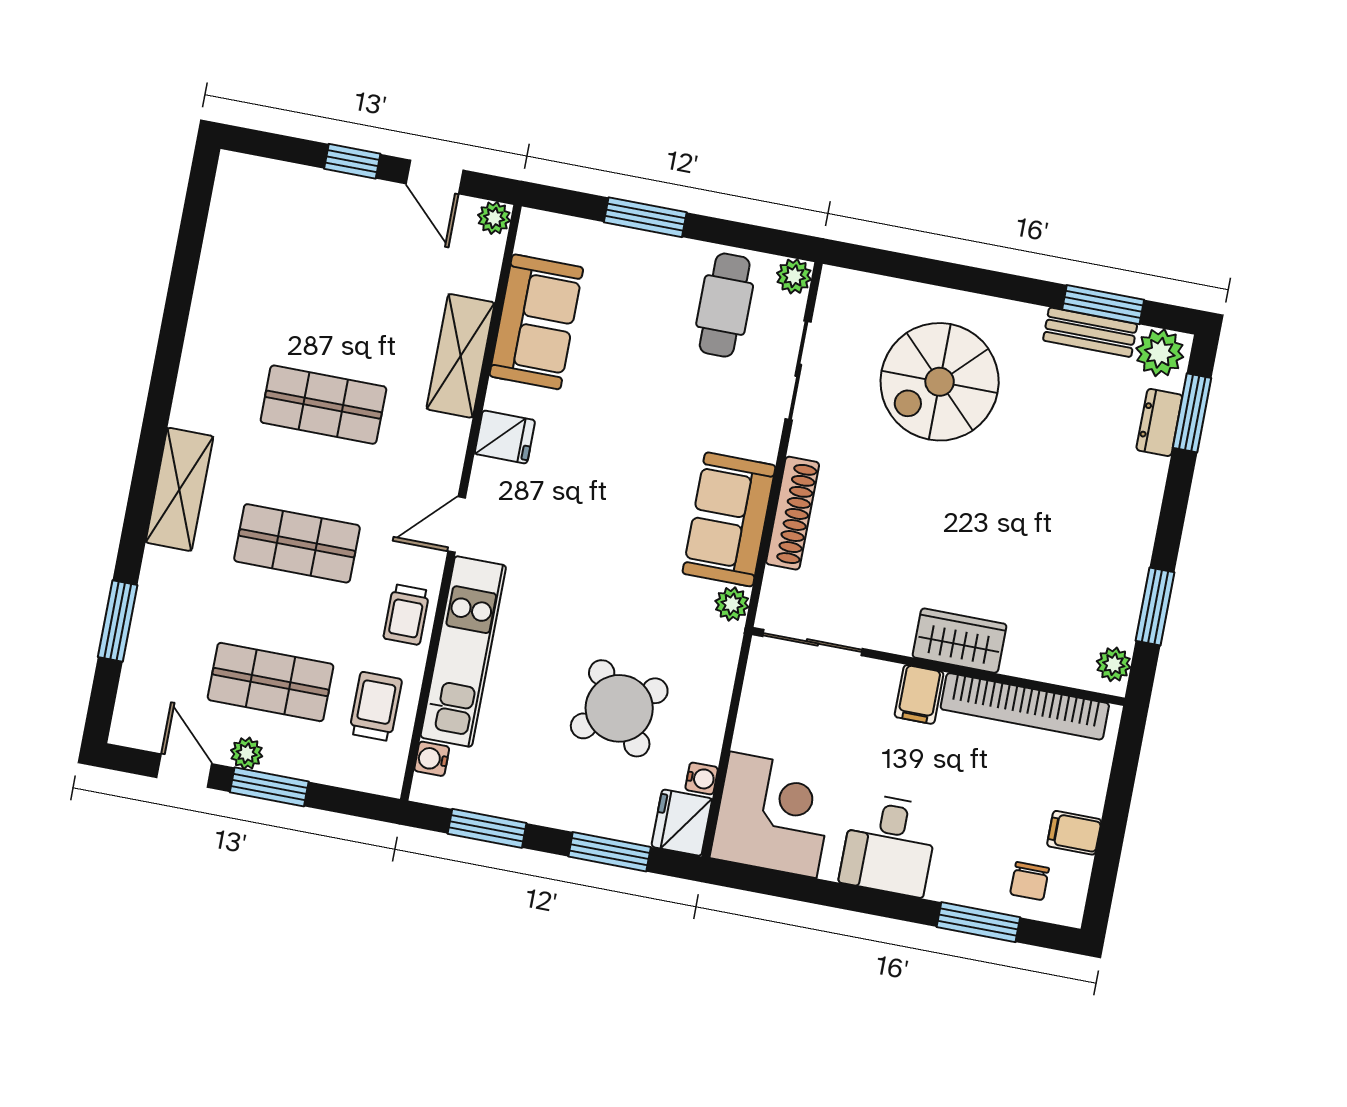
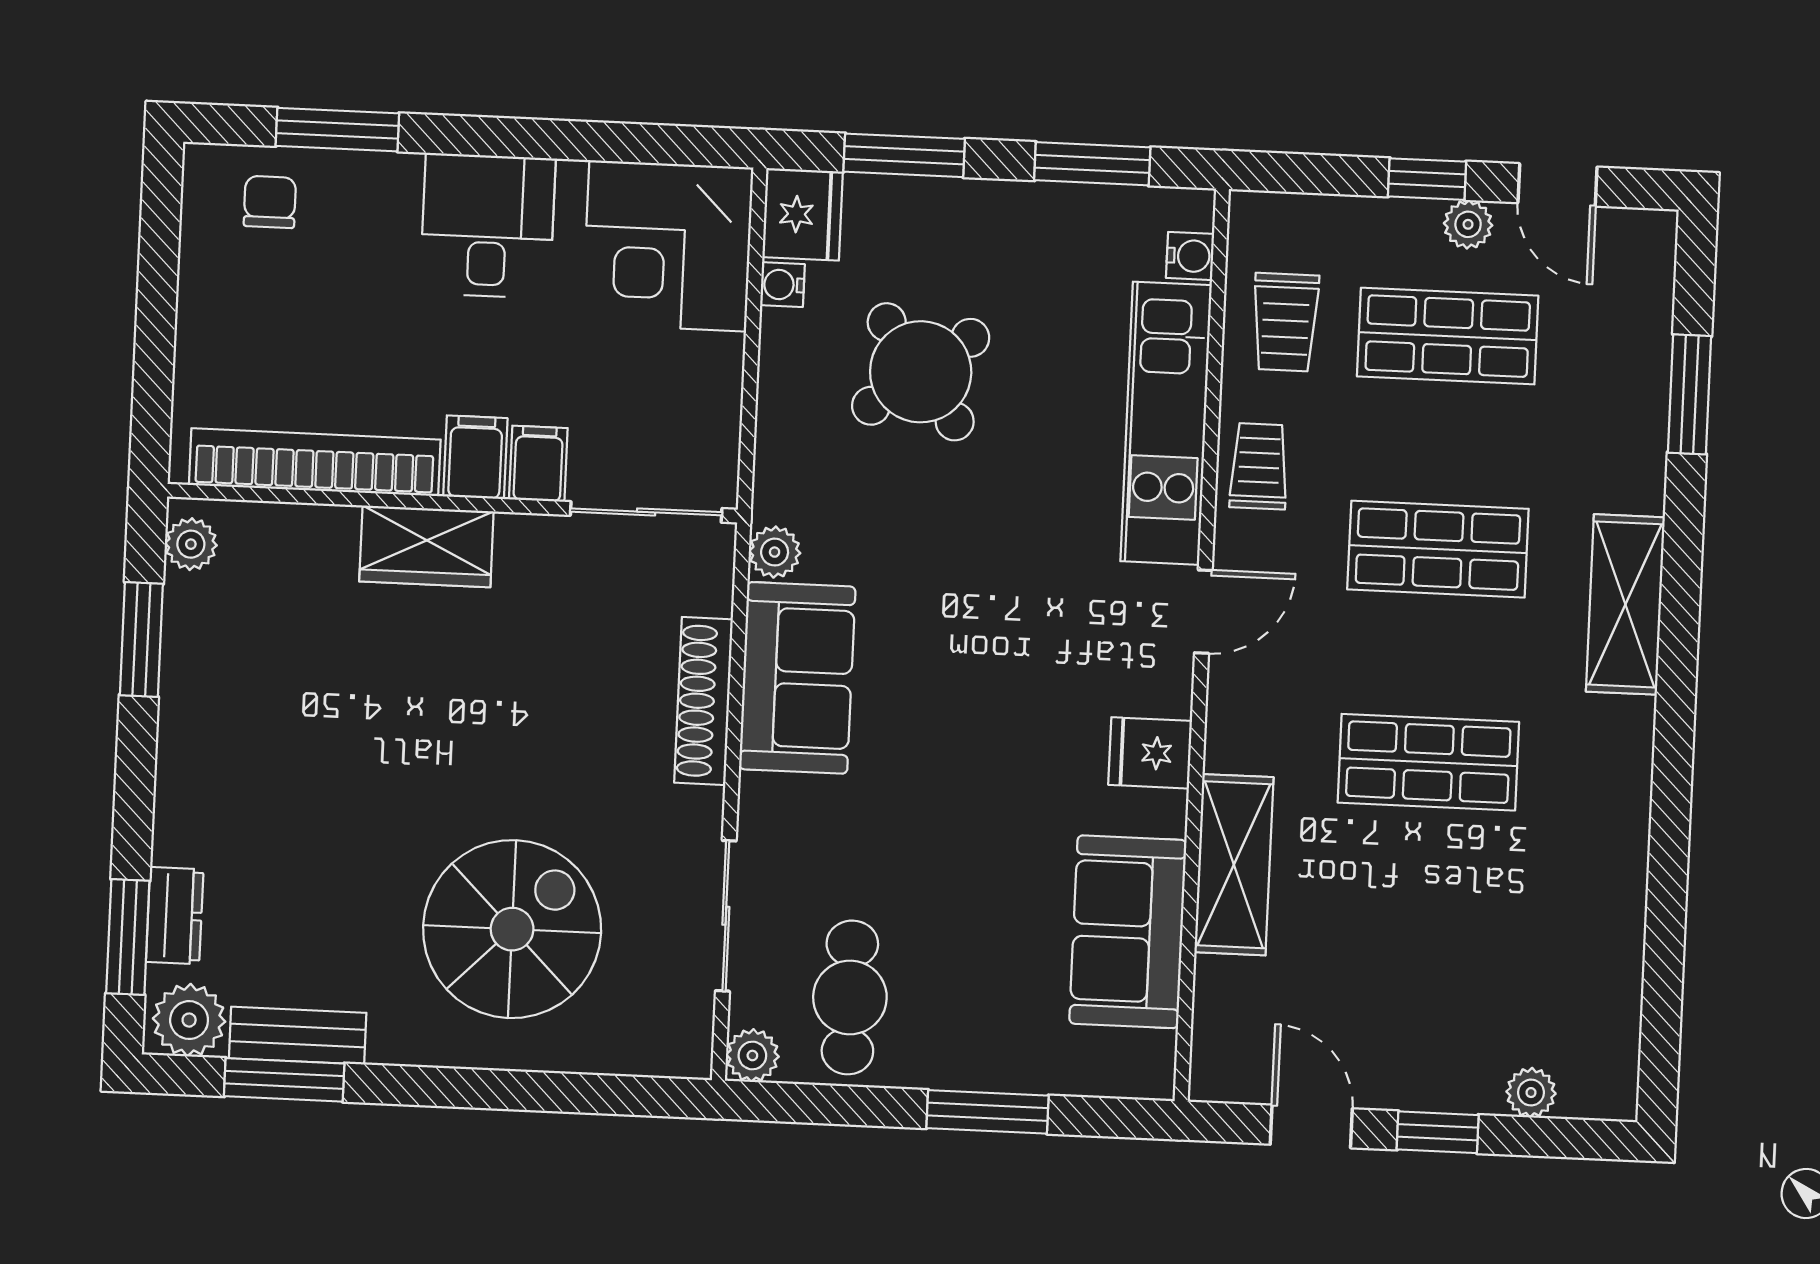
plant: (494, 218) -> (1531, 1093), moved
window: (269, 787) -> (1427, 179), width x0.67
filing cabinet: (1074, 833) -> (538, 464), moved, turned -90

